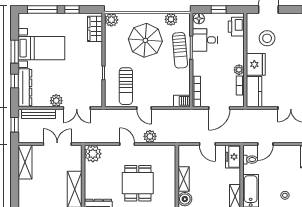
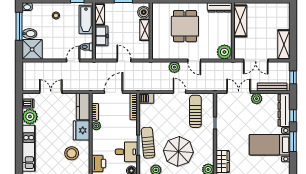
freezer: (233, 157) -> (101, 36), moved

